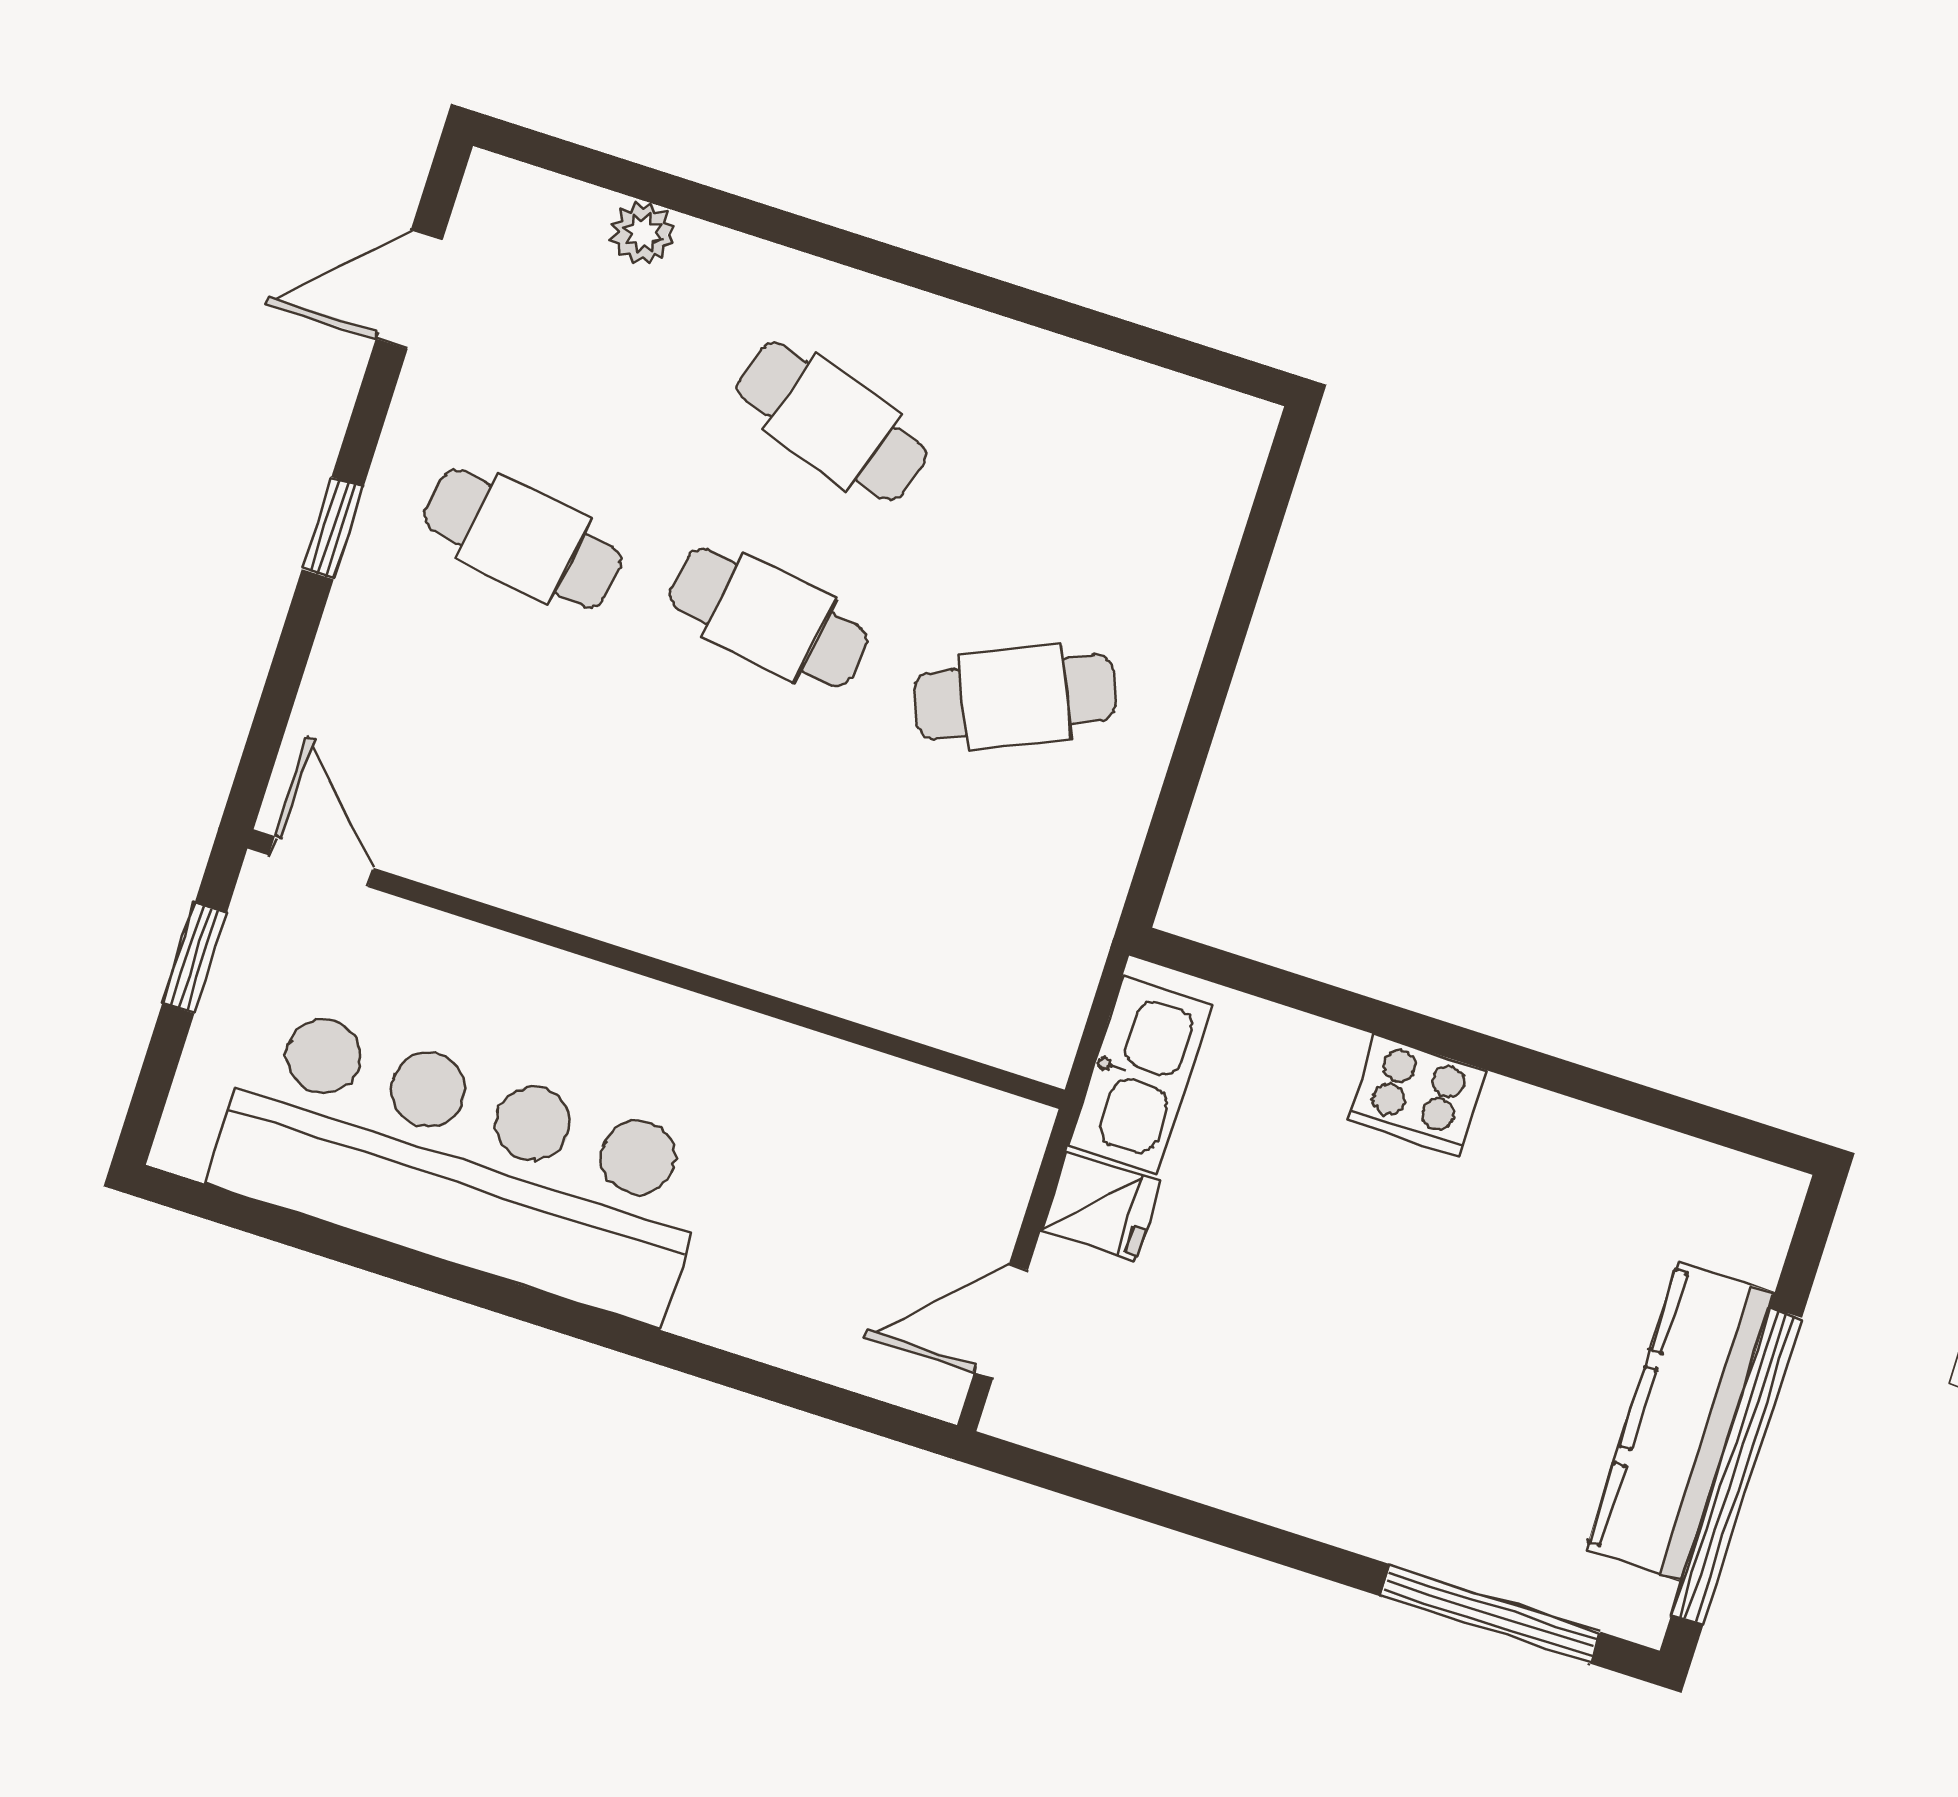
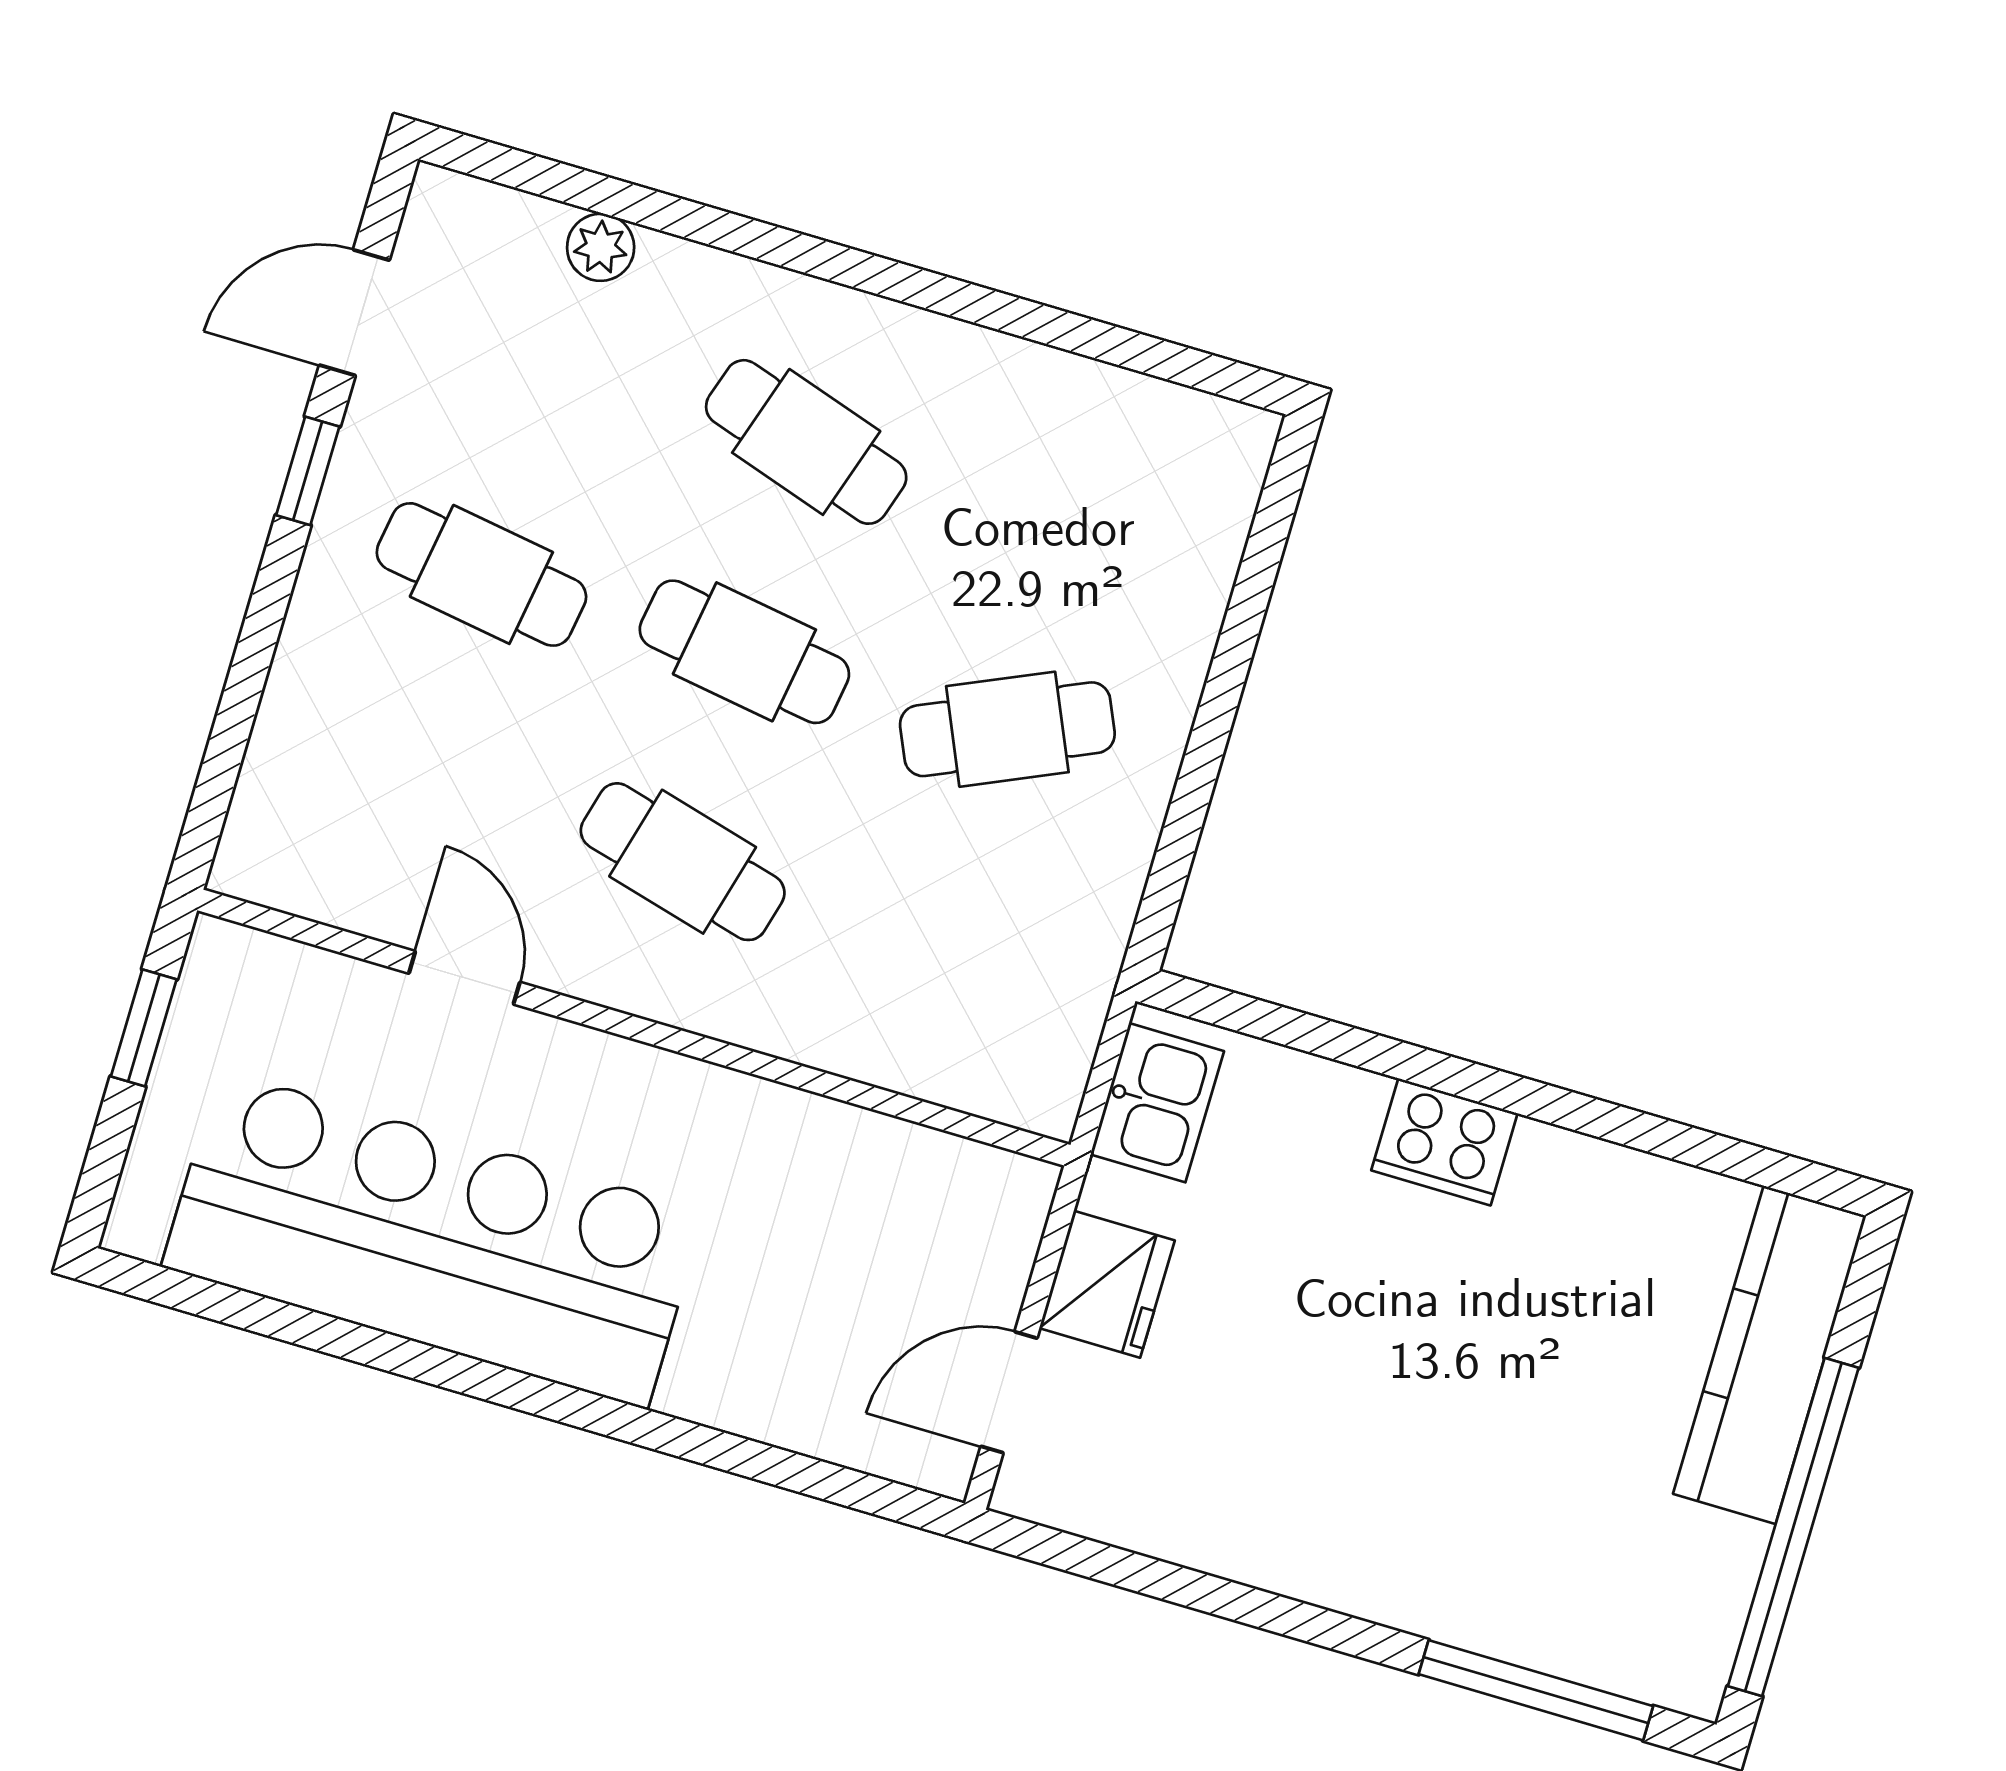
window: (333, 528) -> (308, 471), moved
cafe table: (706, 814) -> (683, 862), added
door: (321, 862) -> (464, 978), moved
kitchen sink: (1140, 1075) -> (1157, 1103), width x0.73
fridge: (1101, 1206) -> (1107, 1284), width x1.38
kitchen counter: (1680, 1422) -> (1770, 1355), moved

